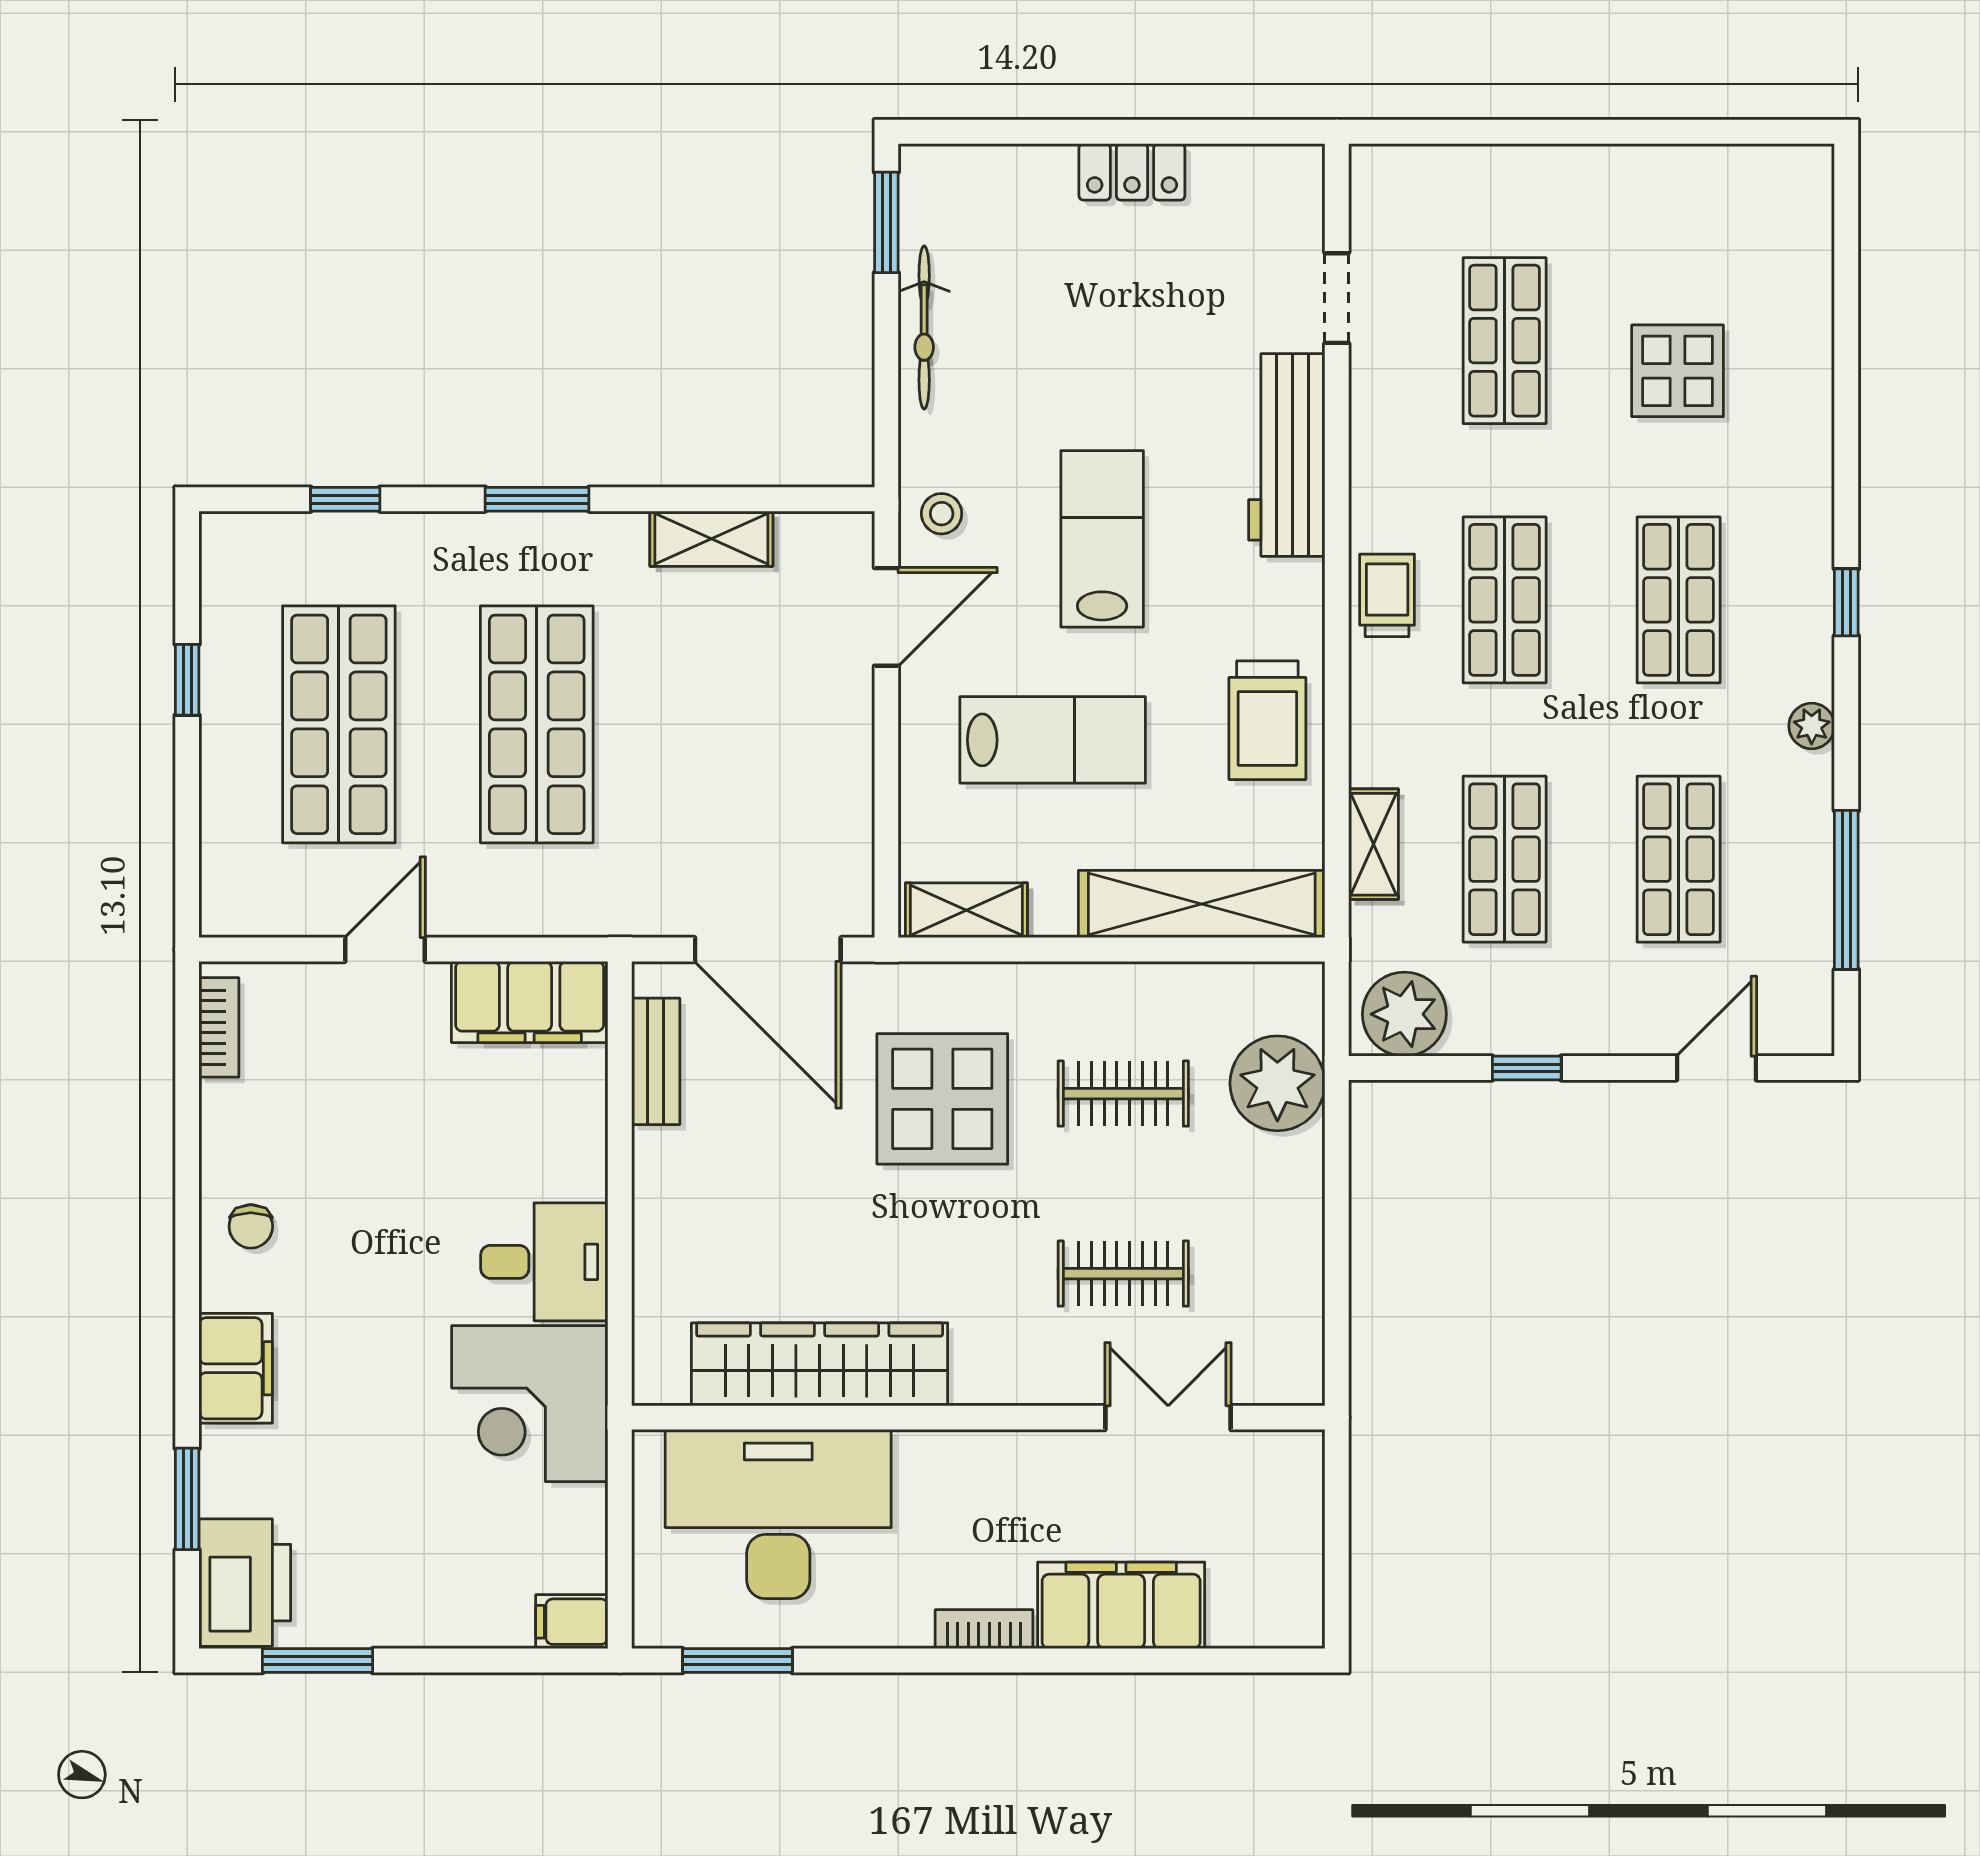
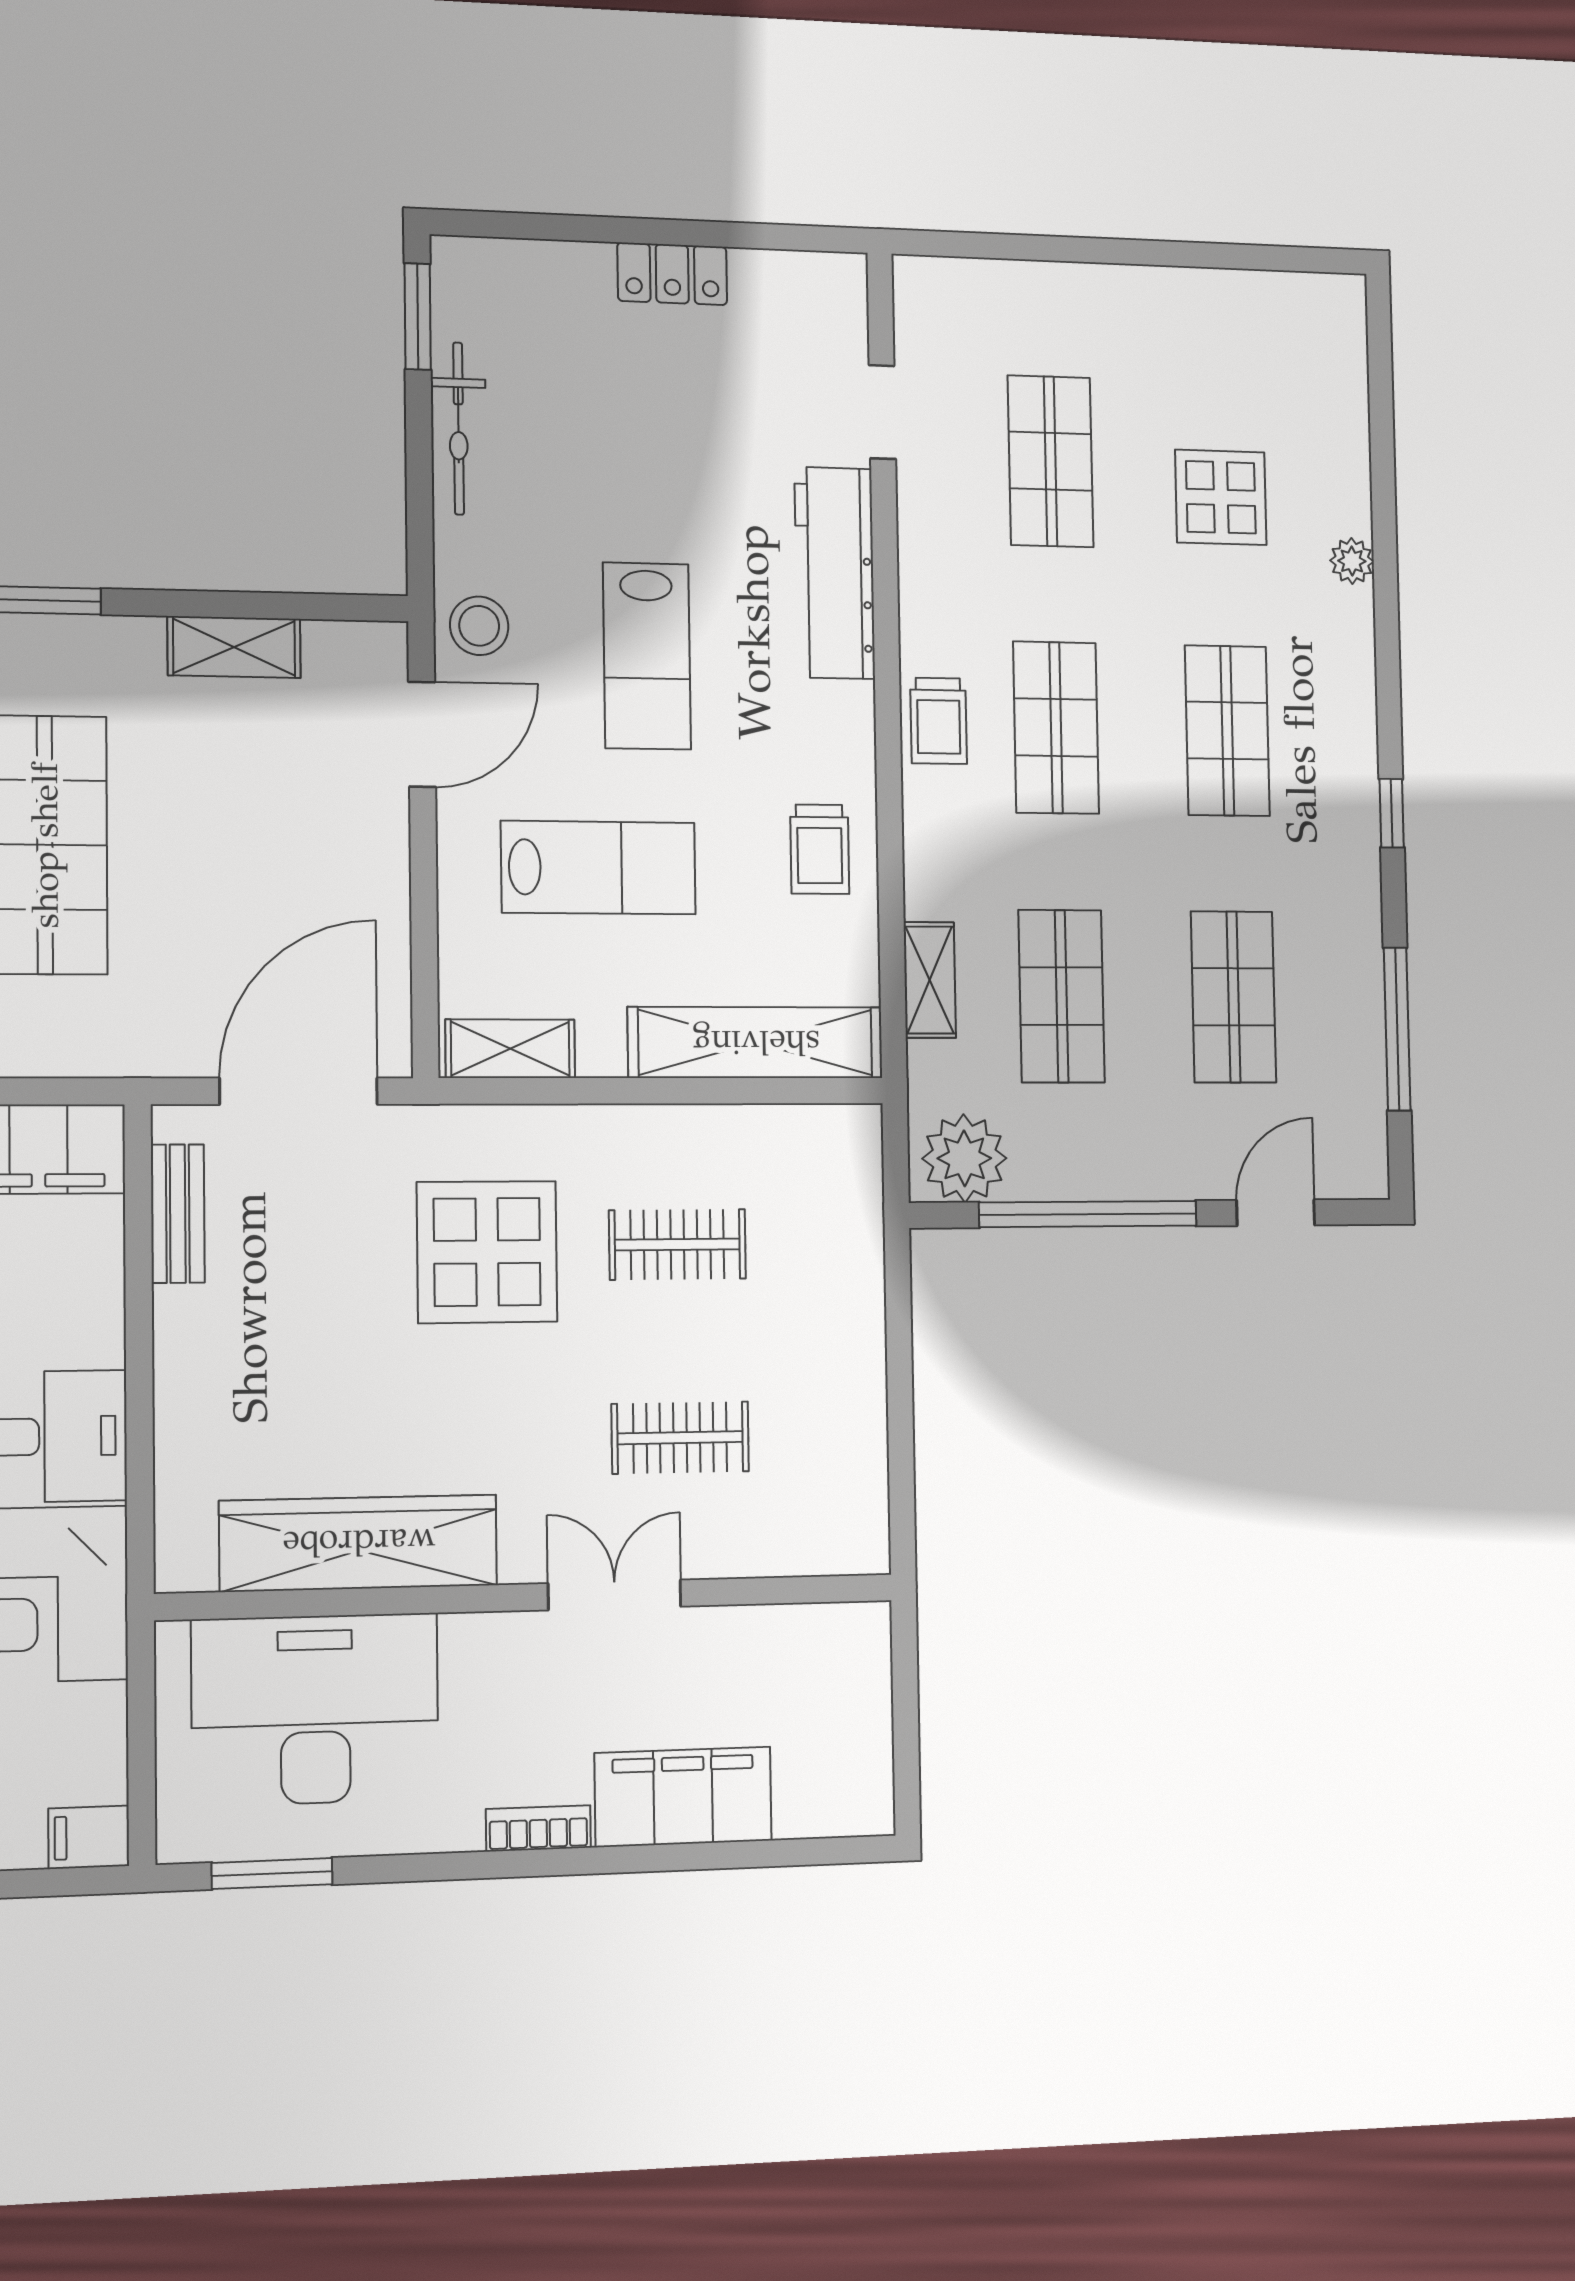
stool: (942, 514) -> (479, 626), width x1.37, depth x1.37
lab bench: (1102, 539) -> (647, 656), turned 180
trolley: (1387, 595) -> (939, 721), turned 180
window: (1846, 602) -> (1392, 813), moved
trolley: (1267, 720) -> (820, 849), width x0.73, depth x0.72
plant: (1812, 726) -> (1352, 561), moved
door: (768, 950) -> (299, 1091), swing flipped
window: (1527, 1068) -> (1088, 1214), width x3.17
plant: (1277, 1083) -> (836, 1232), removed
double door: (1168, 1418) -> (615, 1595), moved

